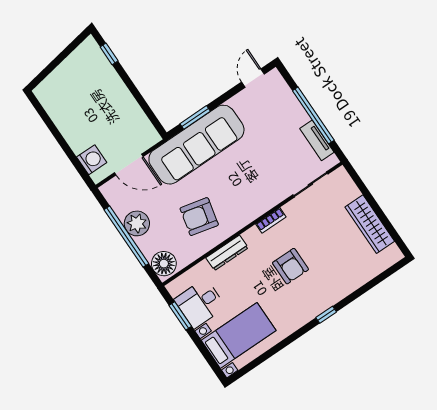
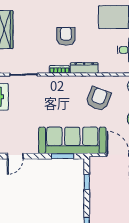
window: (144, 106) -> (87, 182), added
armchair: (199, 217) -> (98, 99), turned -82
dresser: (227, 253) -> (84, 68), moved

